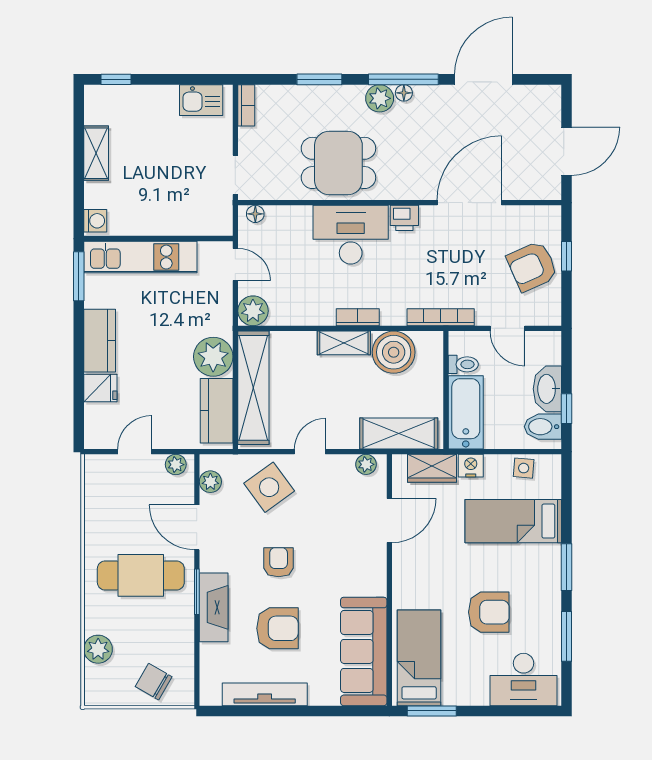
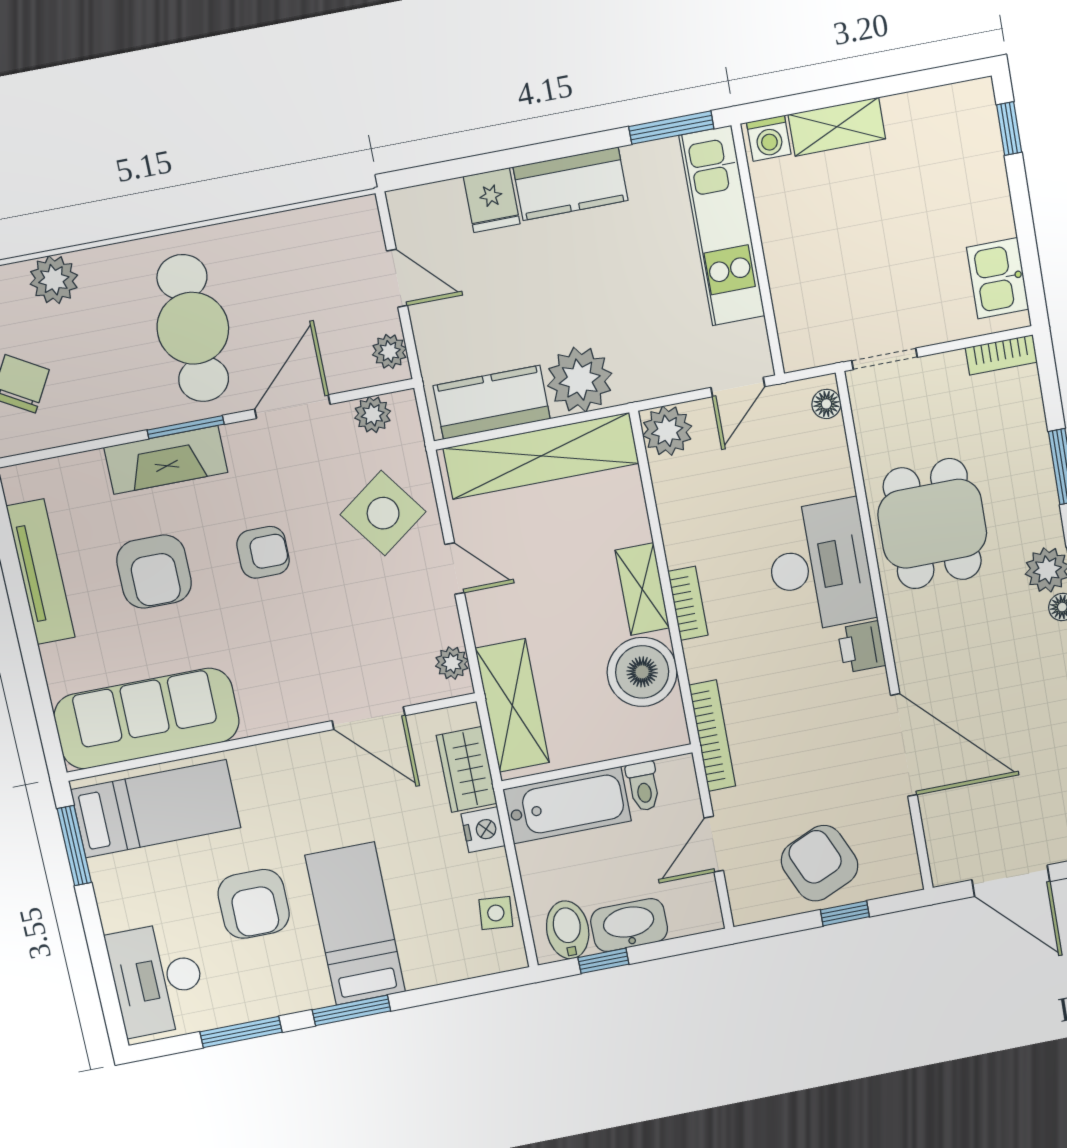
shelving: (96, 153) -> (837, 127), moved
bed: (513, 521) -> (355, 924), moved

